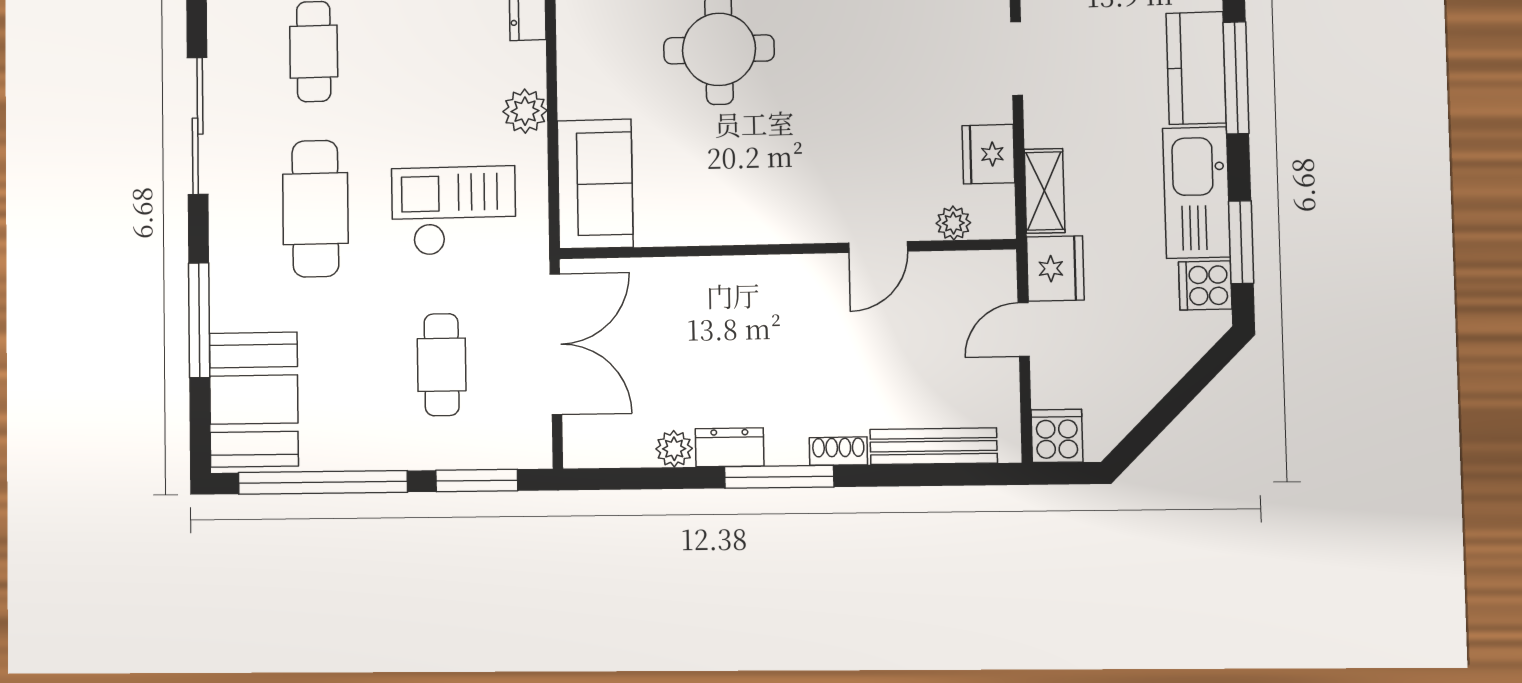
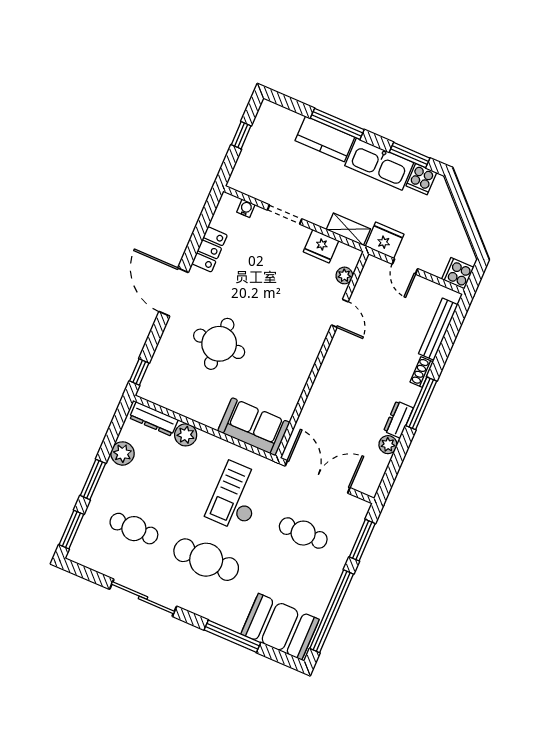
plant: (525, 111) -> (186, 435), moved

